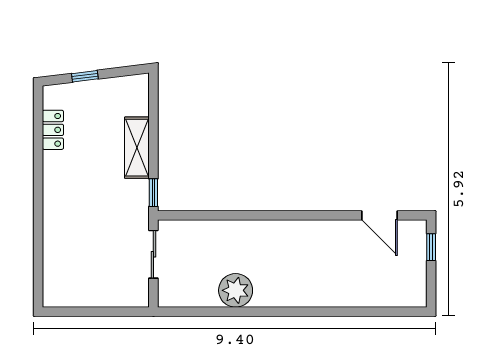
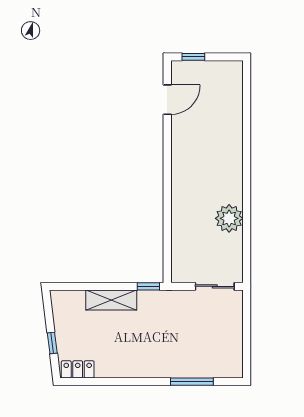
locker: (53, 130) -> (78, 369), moved
window: (38, 245) -> (192, 382), added
sliding door: (153, 254) -> (215, 286), moved

